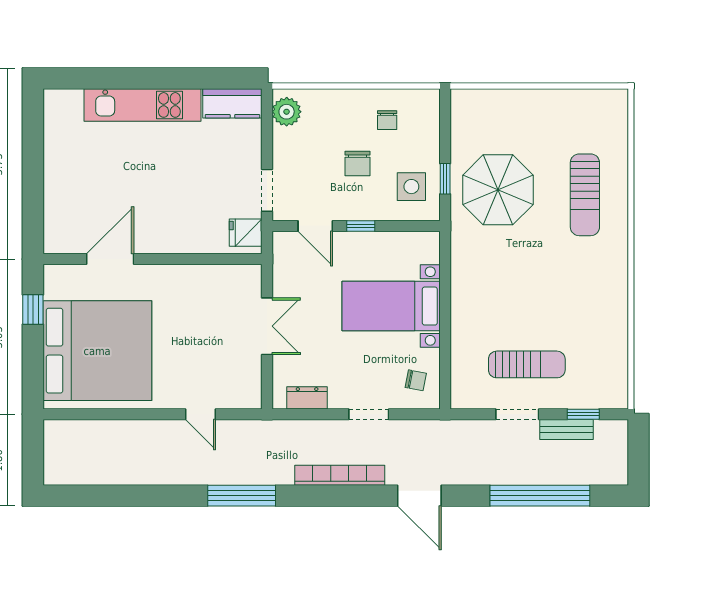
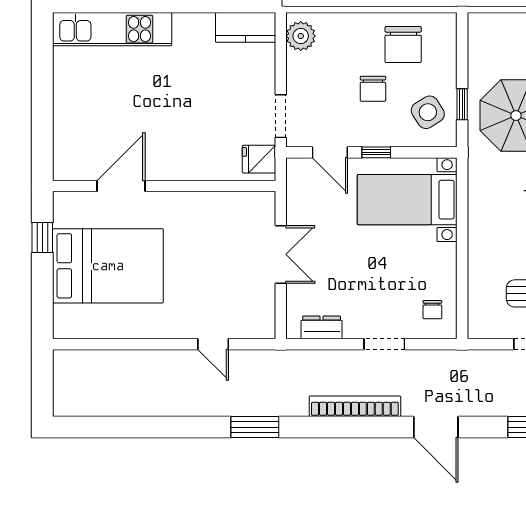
kitchen unit: (143, 105) -> (112, 29), moved
chair: (387, 120) -> (403, 45), width x1.87, depth x1.87
side table: (411, 187) -> (428, 112), turned -32
bed with nightstands: (391, 306) -> (407, 200), moved
bed: (97, 351) -> (108, 266), width x0.73
chair: (416, 380) -> (432, 310), turned 79
window: (242, 496) -> (255, 427), width x0.69

